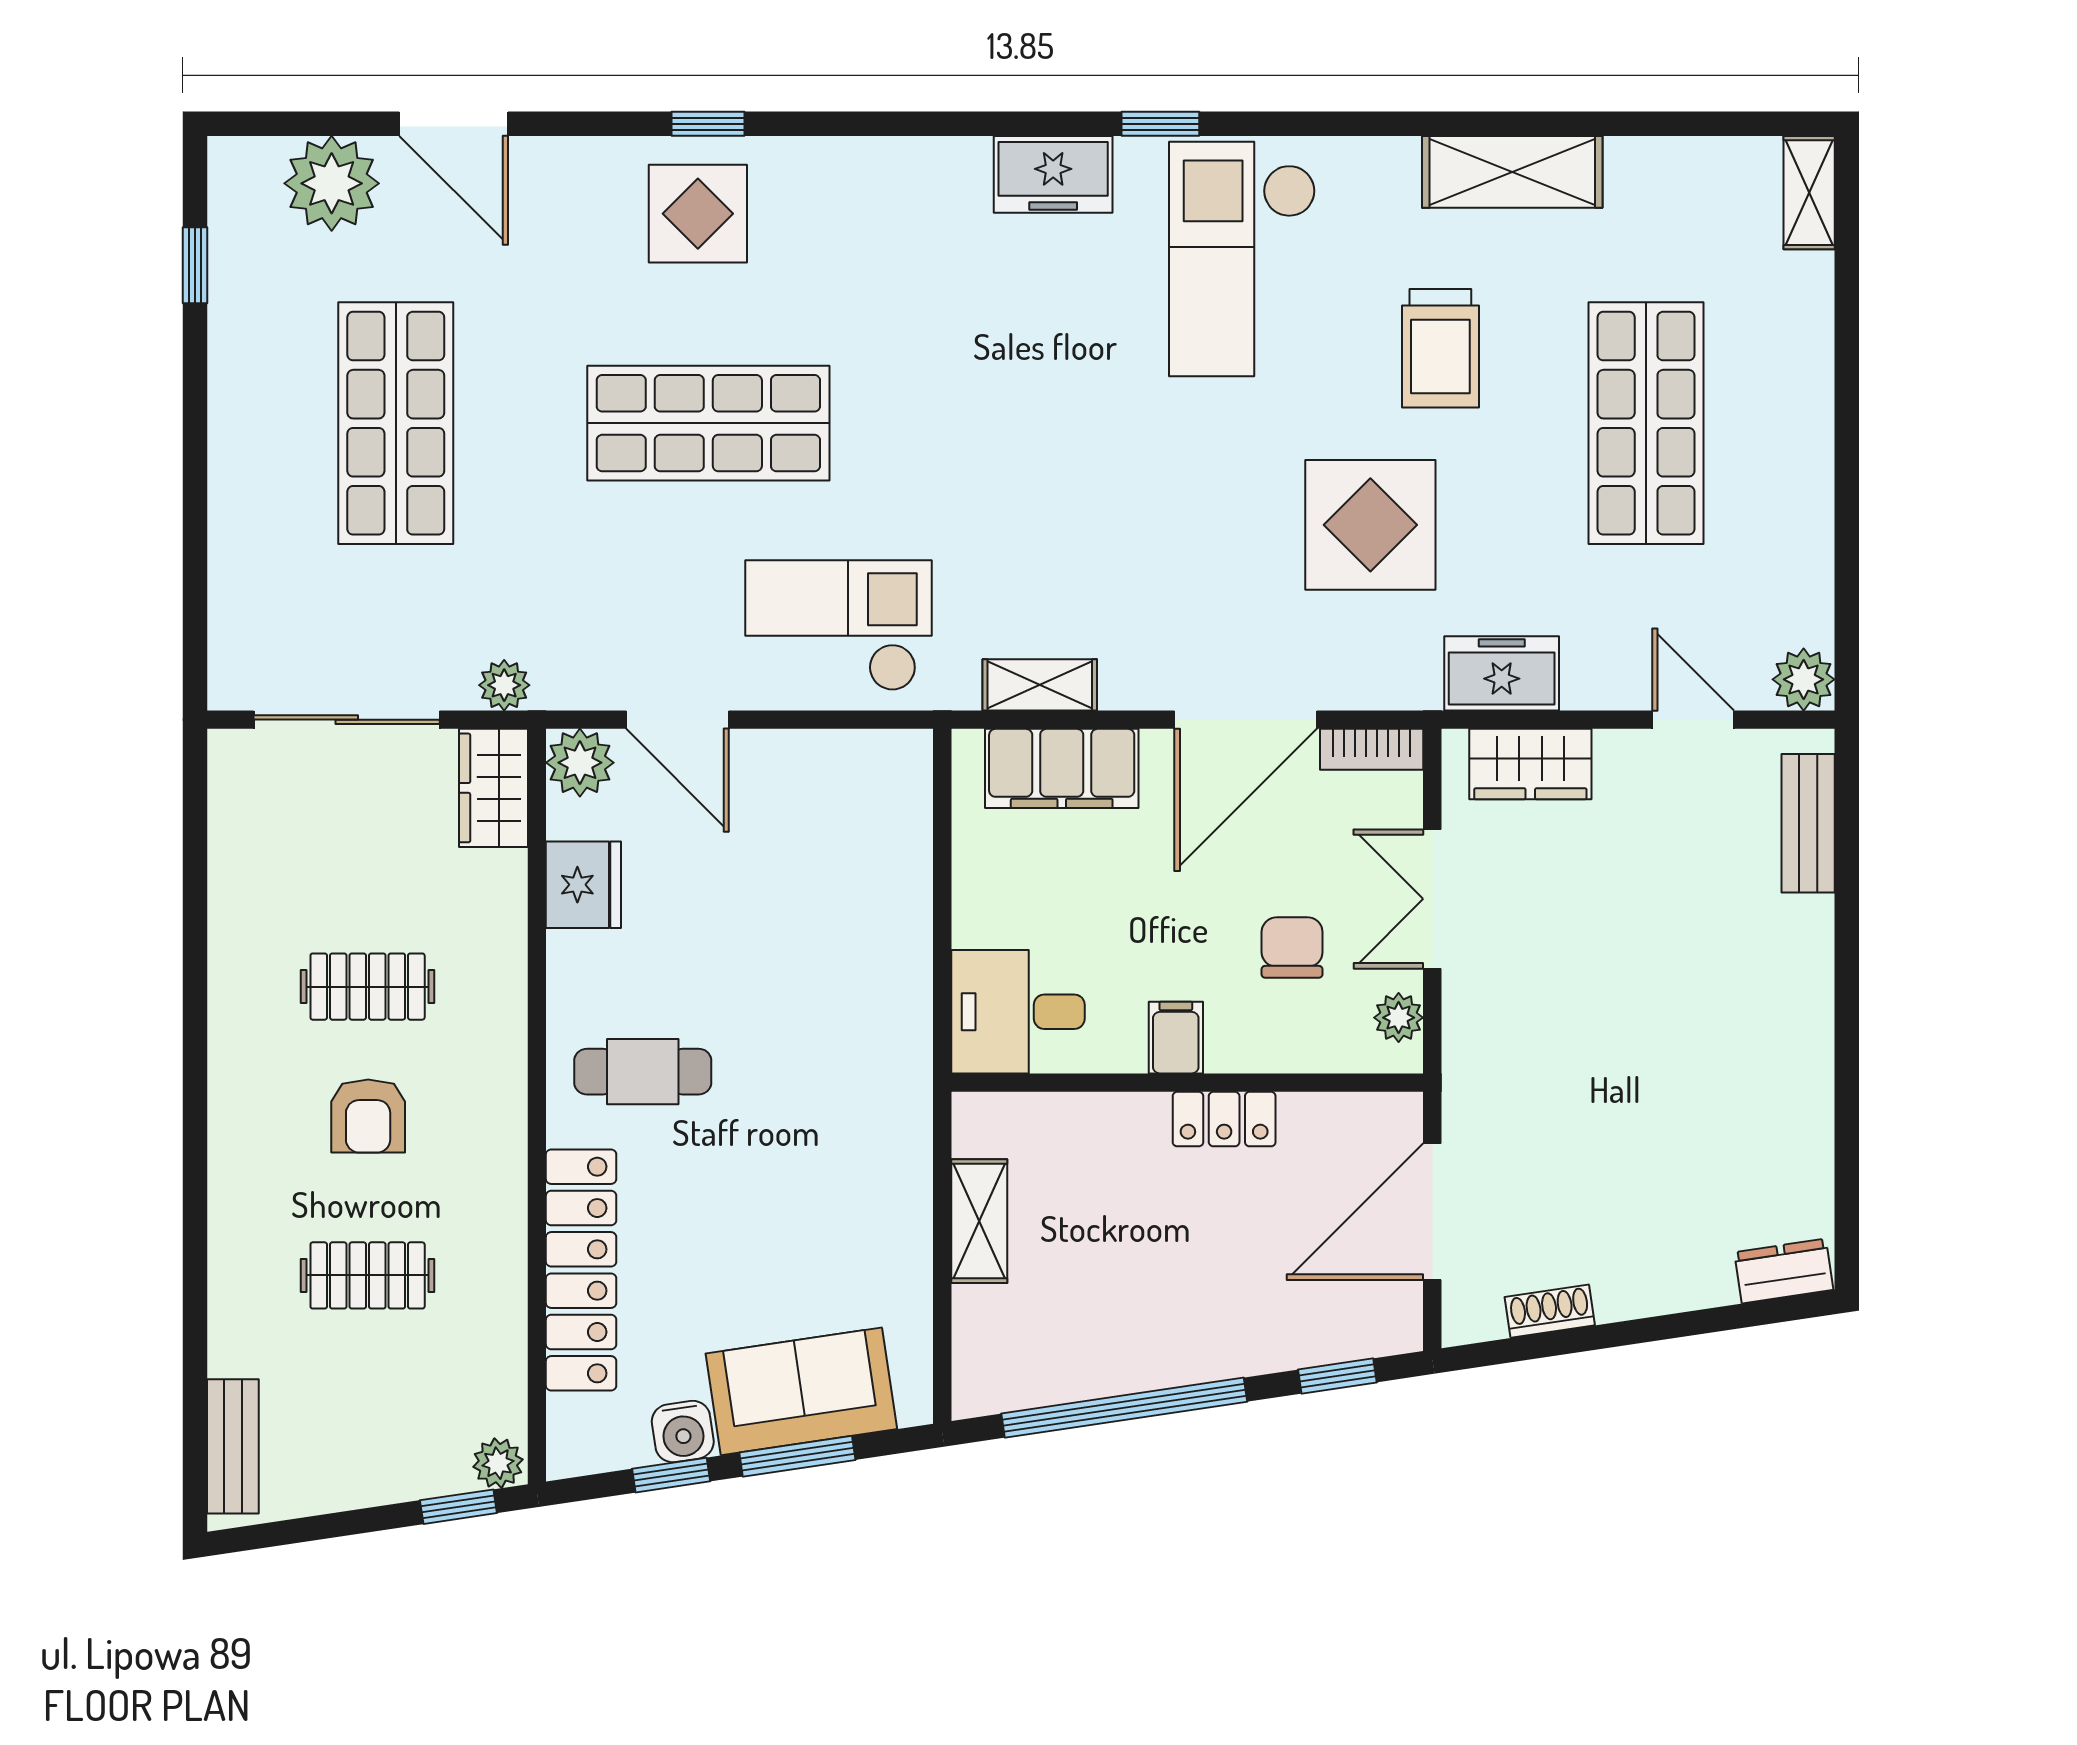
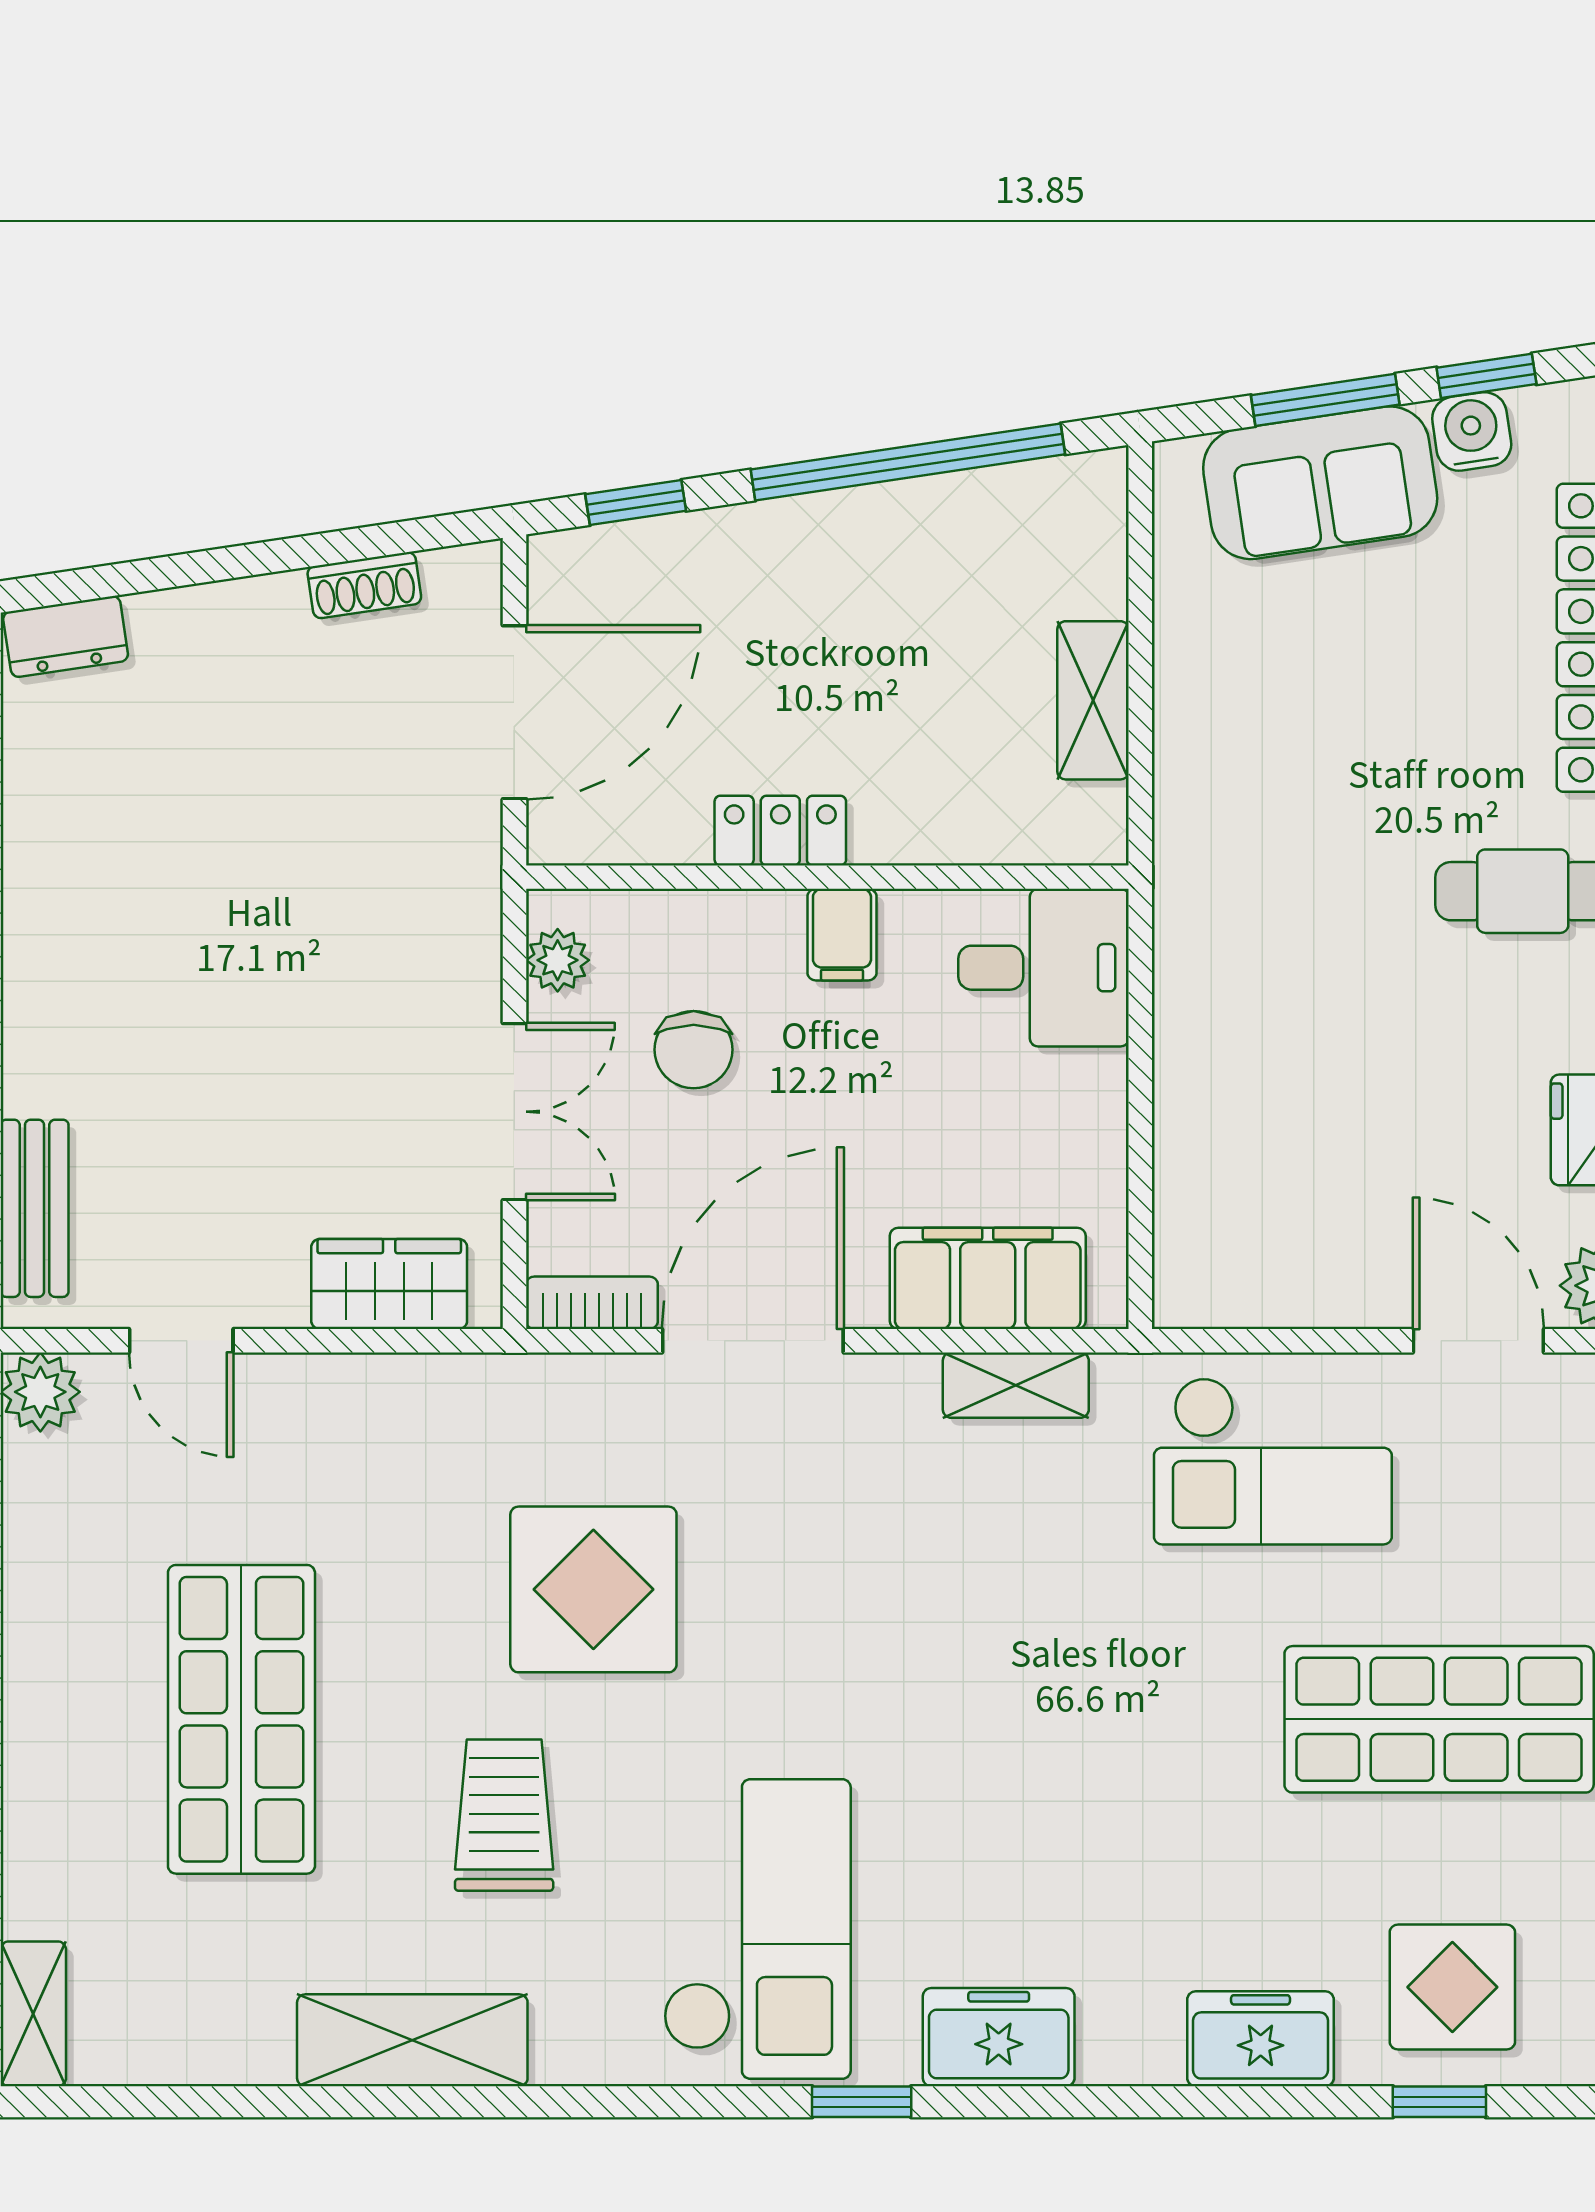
freezer: (1502, 673) -> (1261, 2039), moved, turned 180

